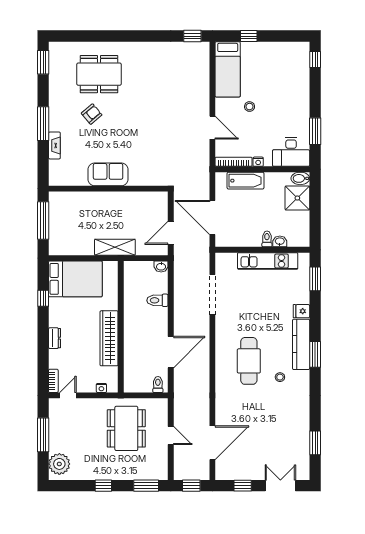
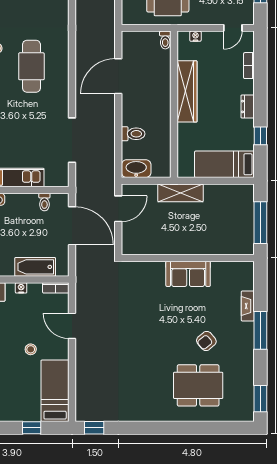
bookcase: (234, 162) -> (56, 288), width x0.64
toilet: (267, 239) -> (44, 202), moved
washbasin: (161, 266) -> (136, 169), width x1.91, depth x1.45
bed: (75, 279) -> (224, 164), width x0.67
dresser: (55, 338) -> (248, 106), moved
bookcase: (53, 381) -> (249, 66), moved
toilet: (158, 385) -> (165, 40), moved

